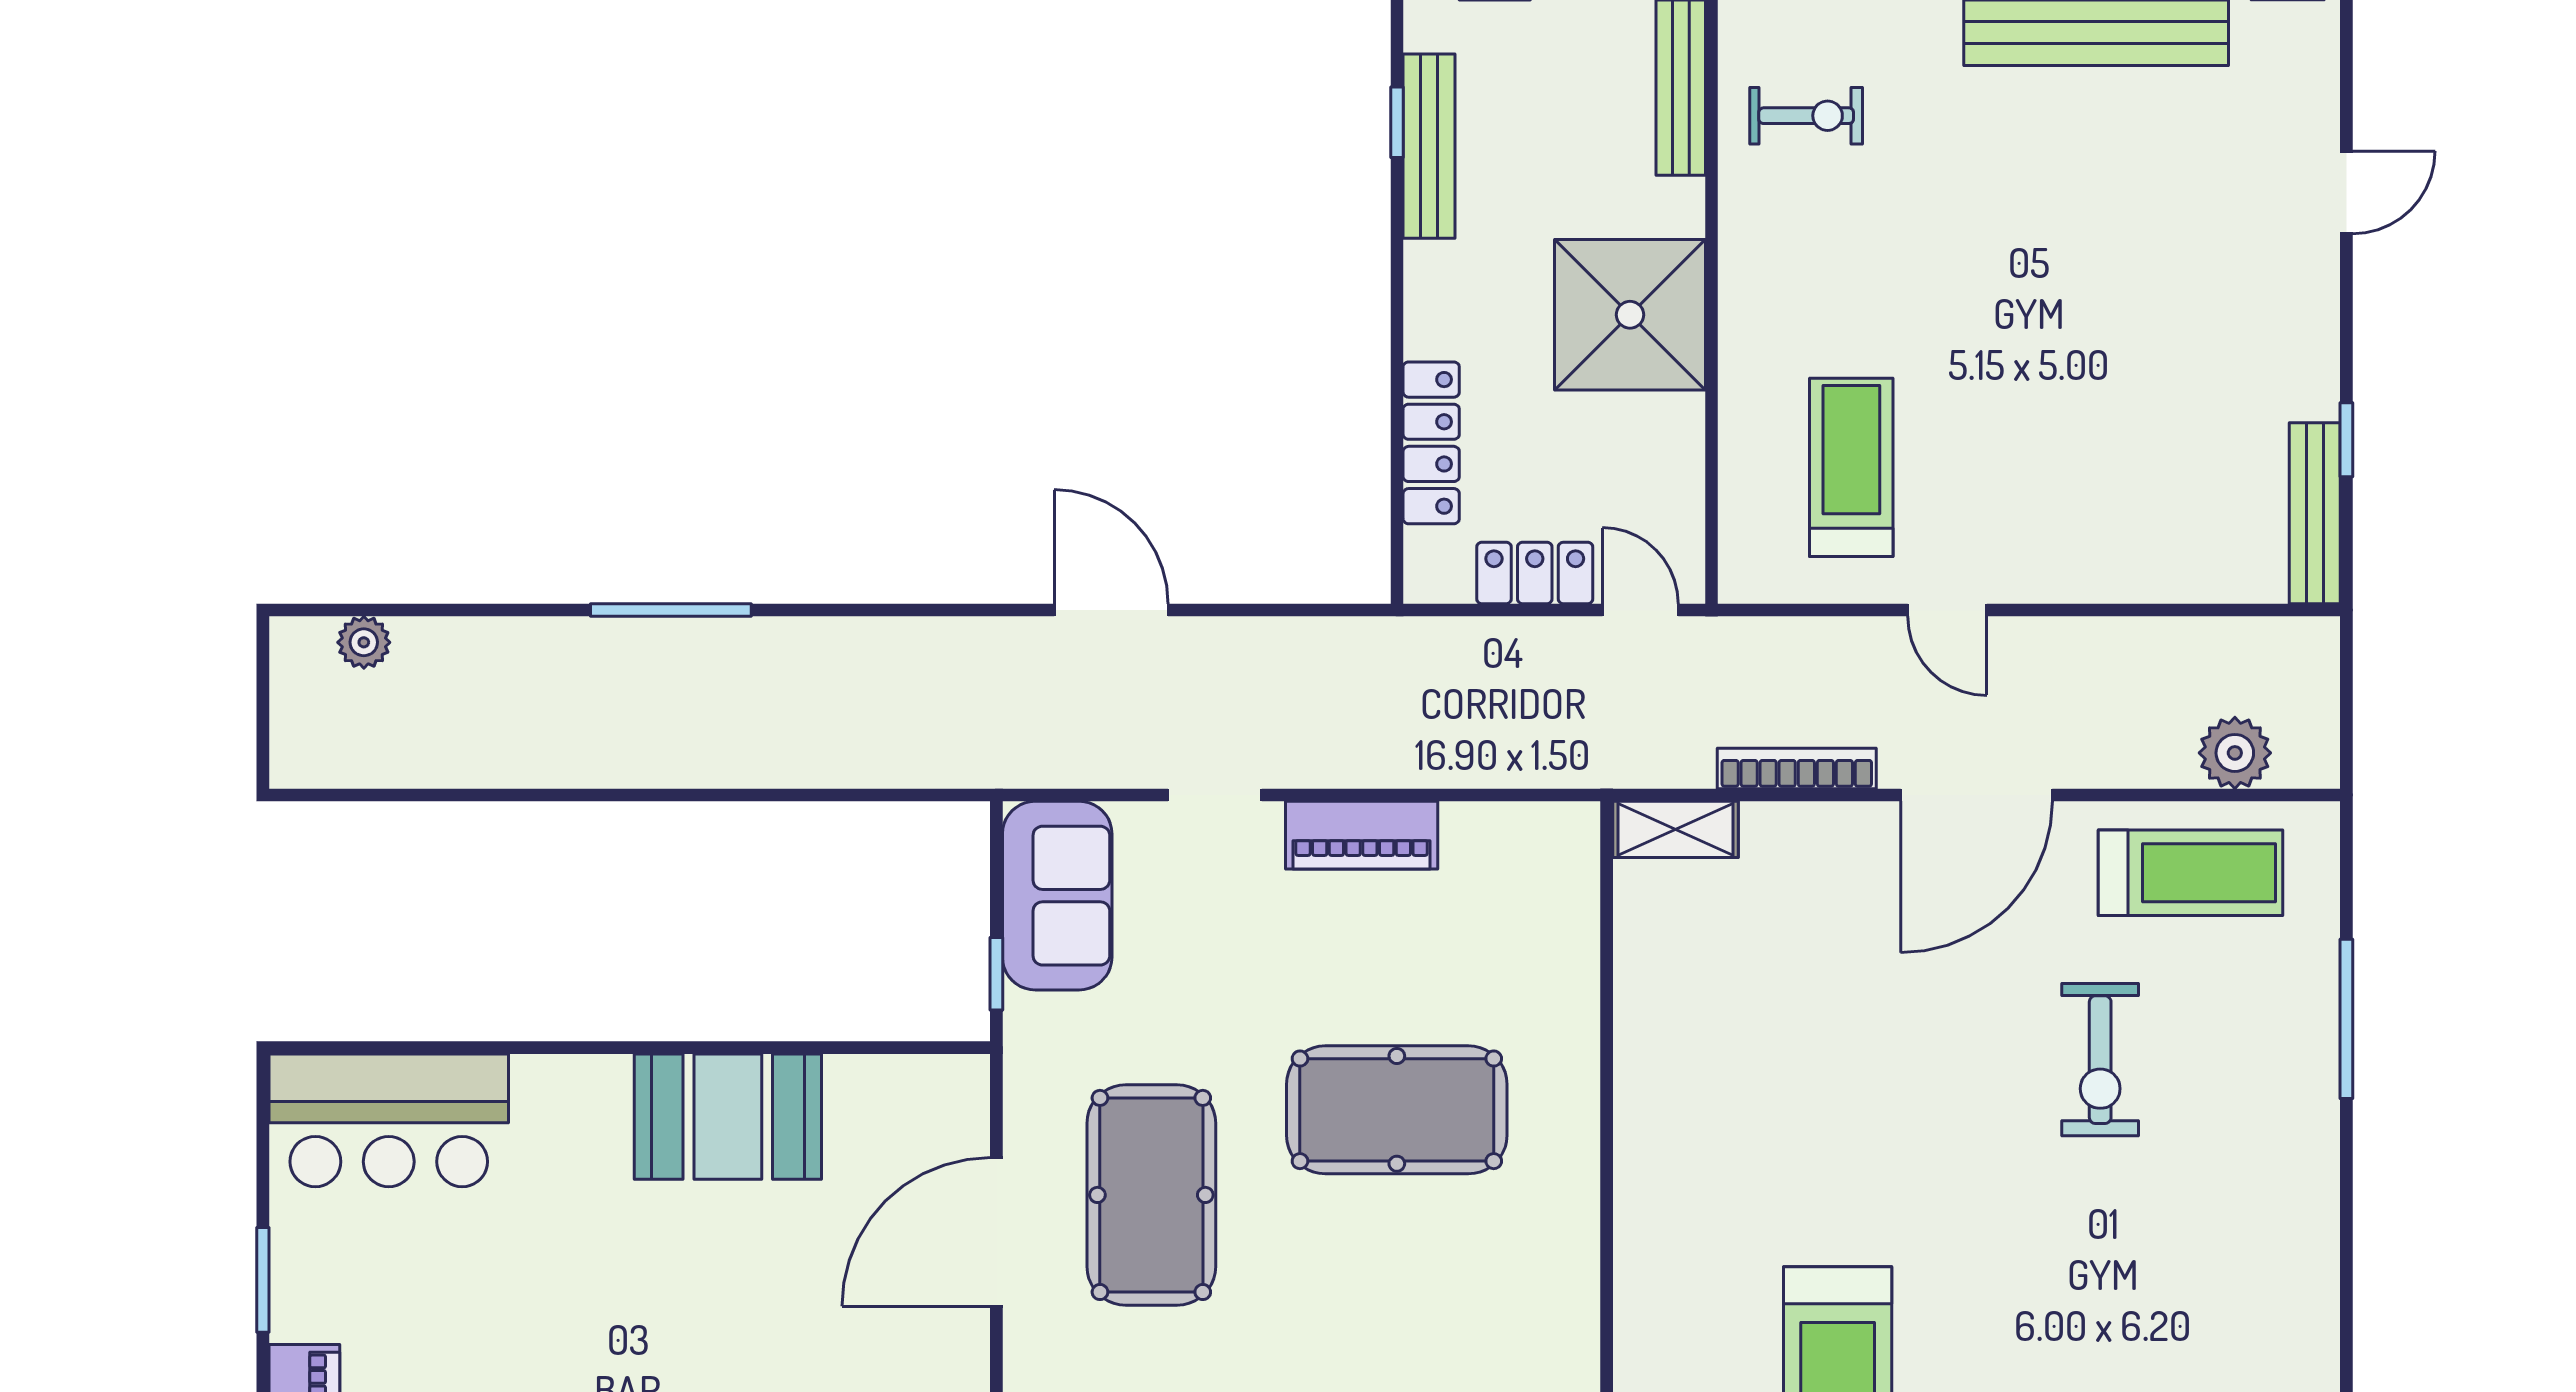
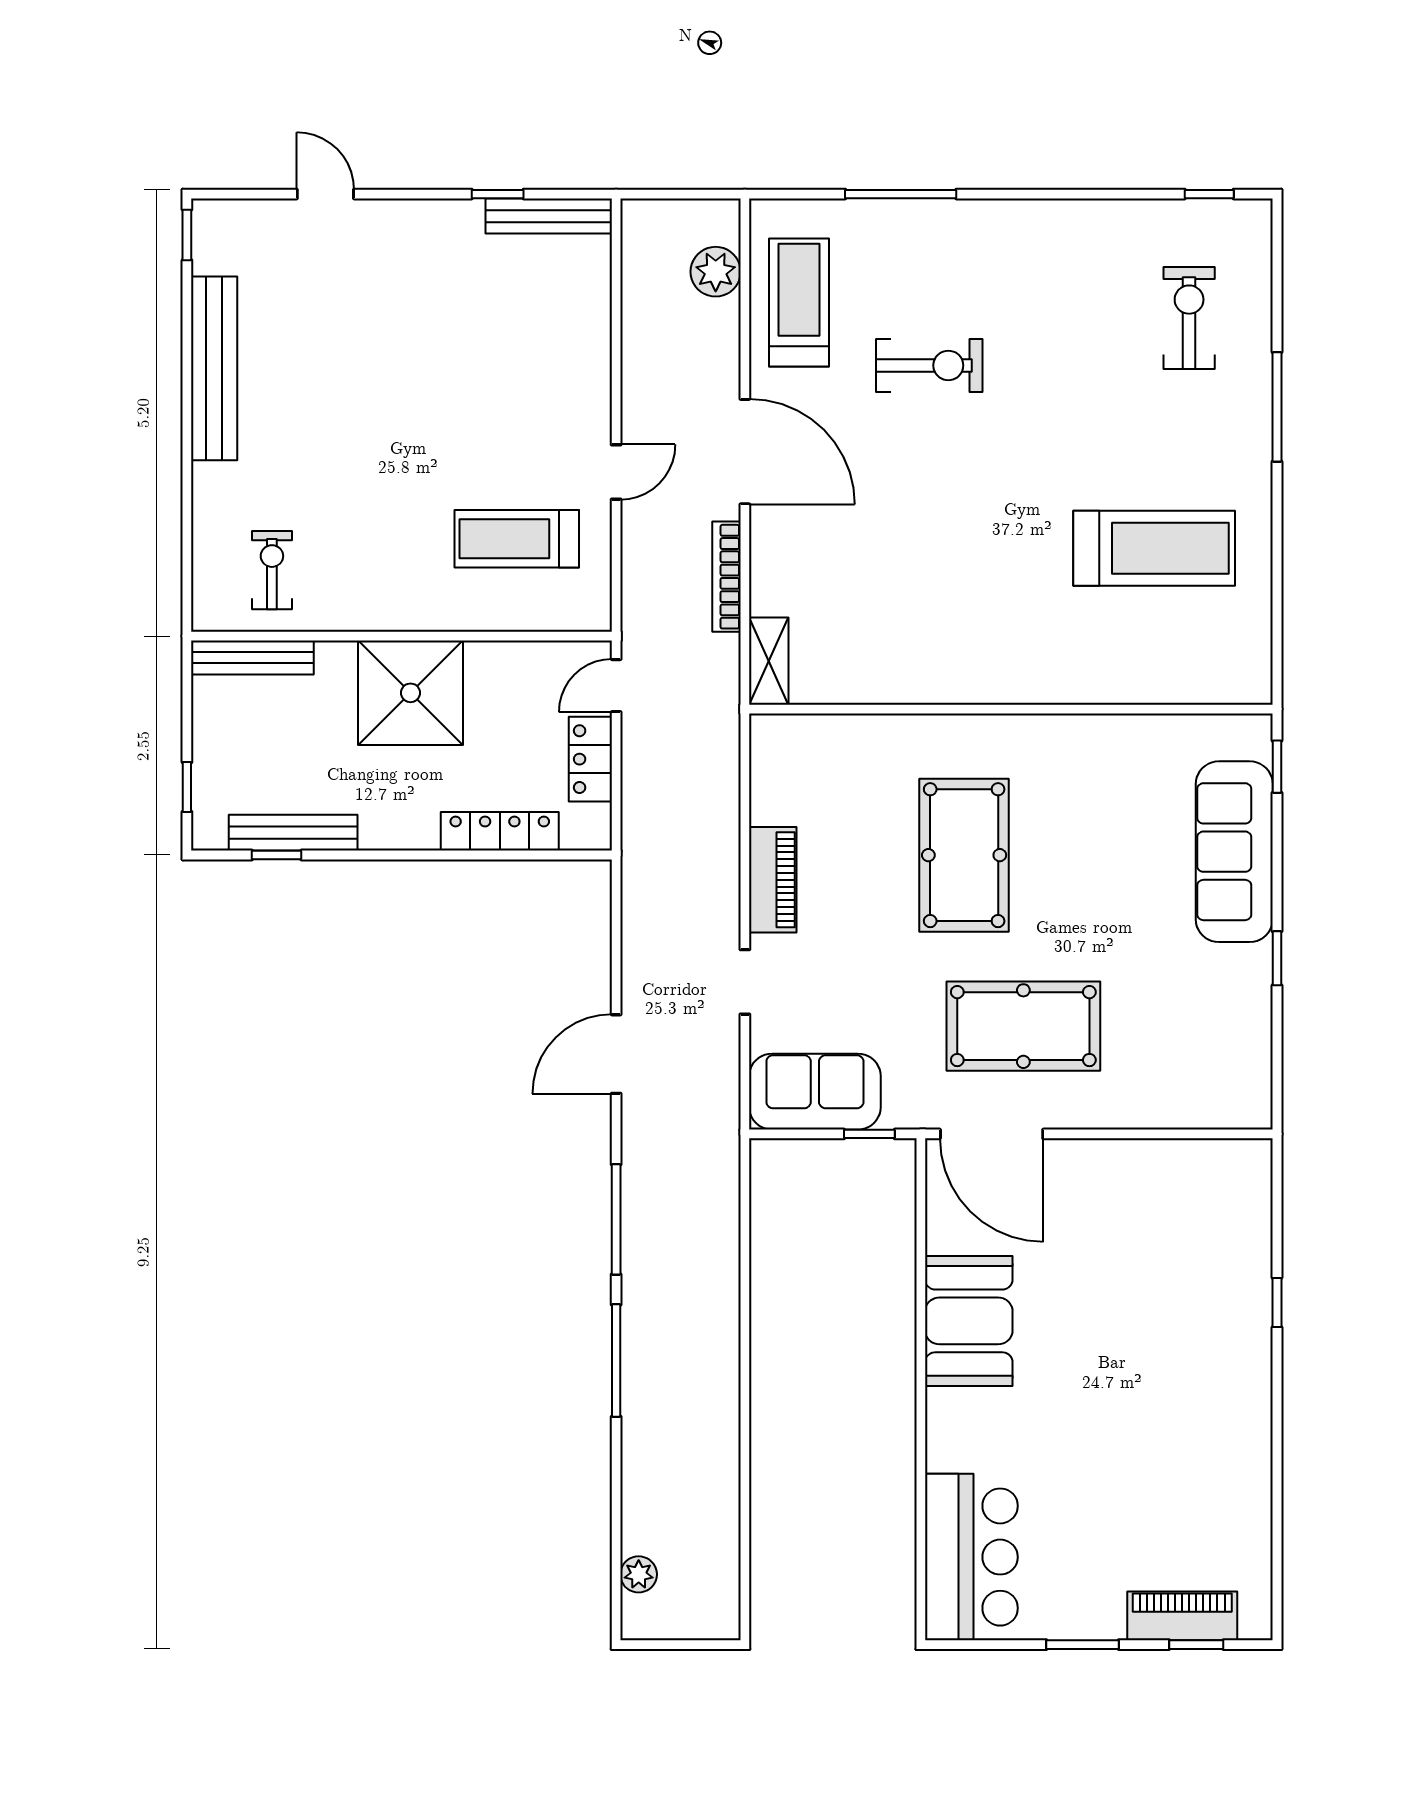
window: (874, 610) -> (616, 1219), added
door: (996, 1232) -> (992, 1134), moved

